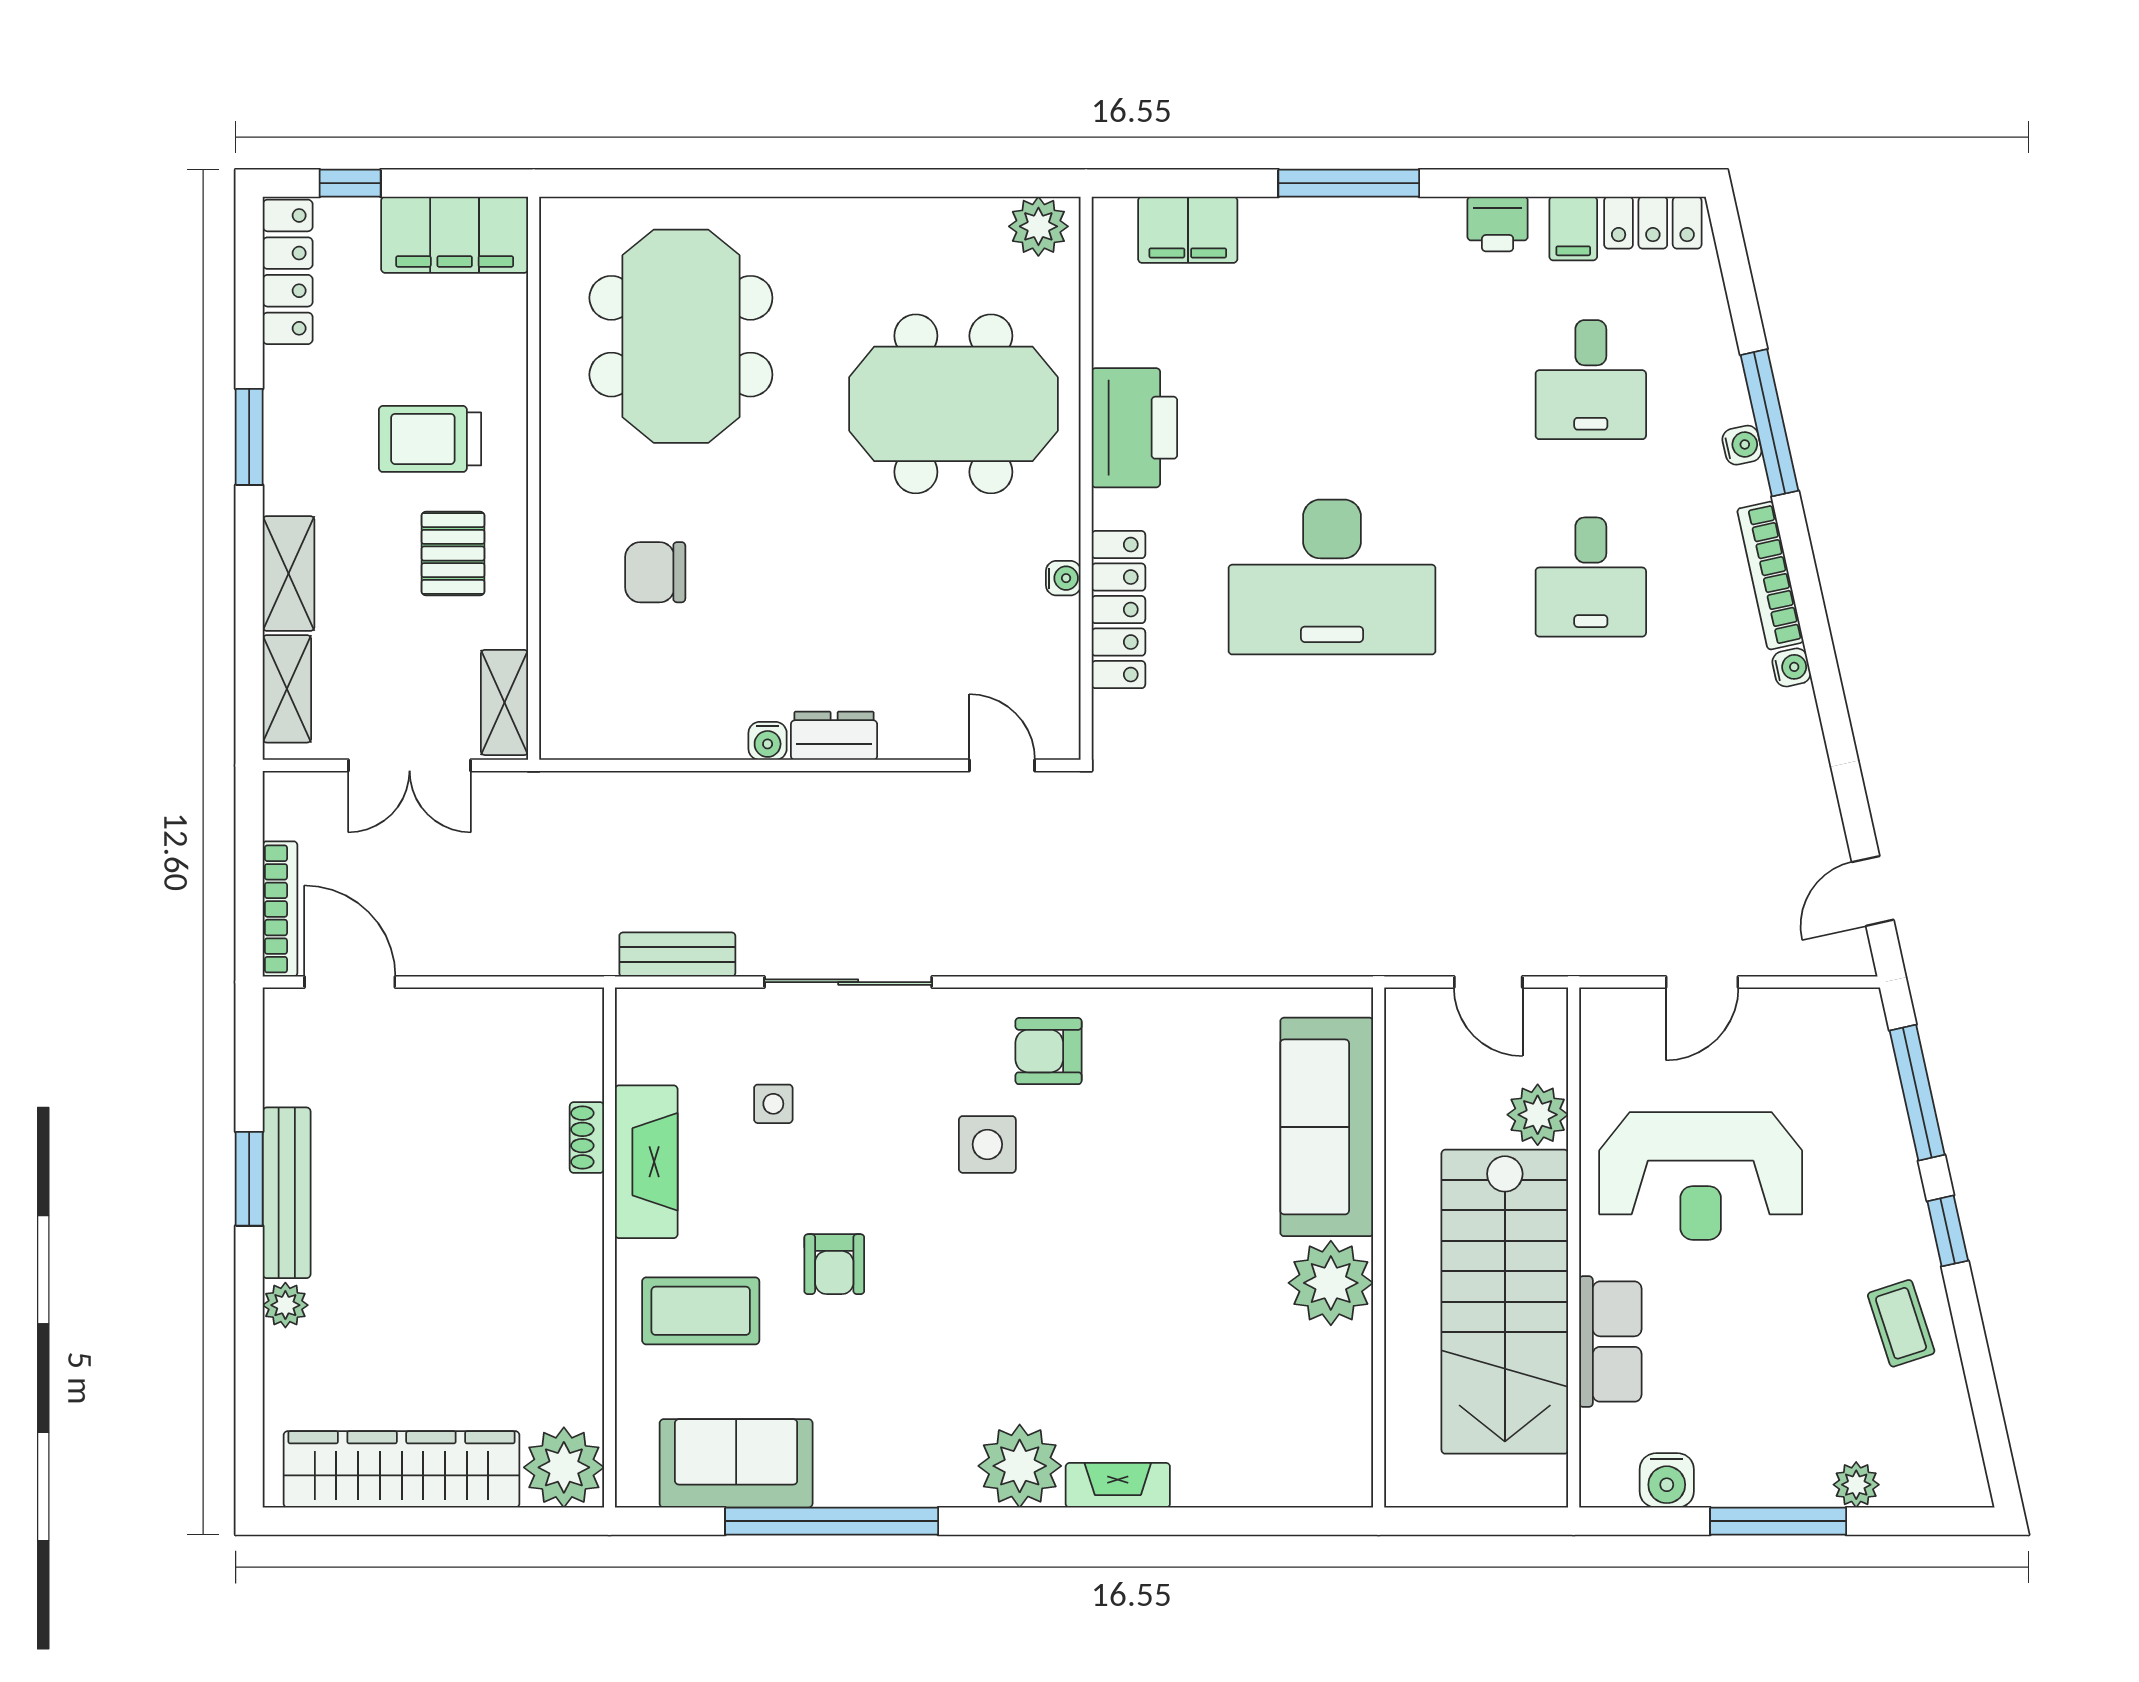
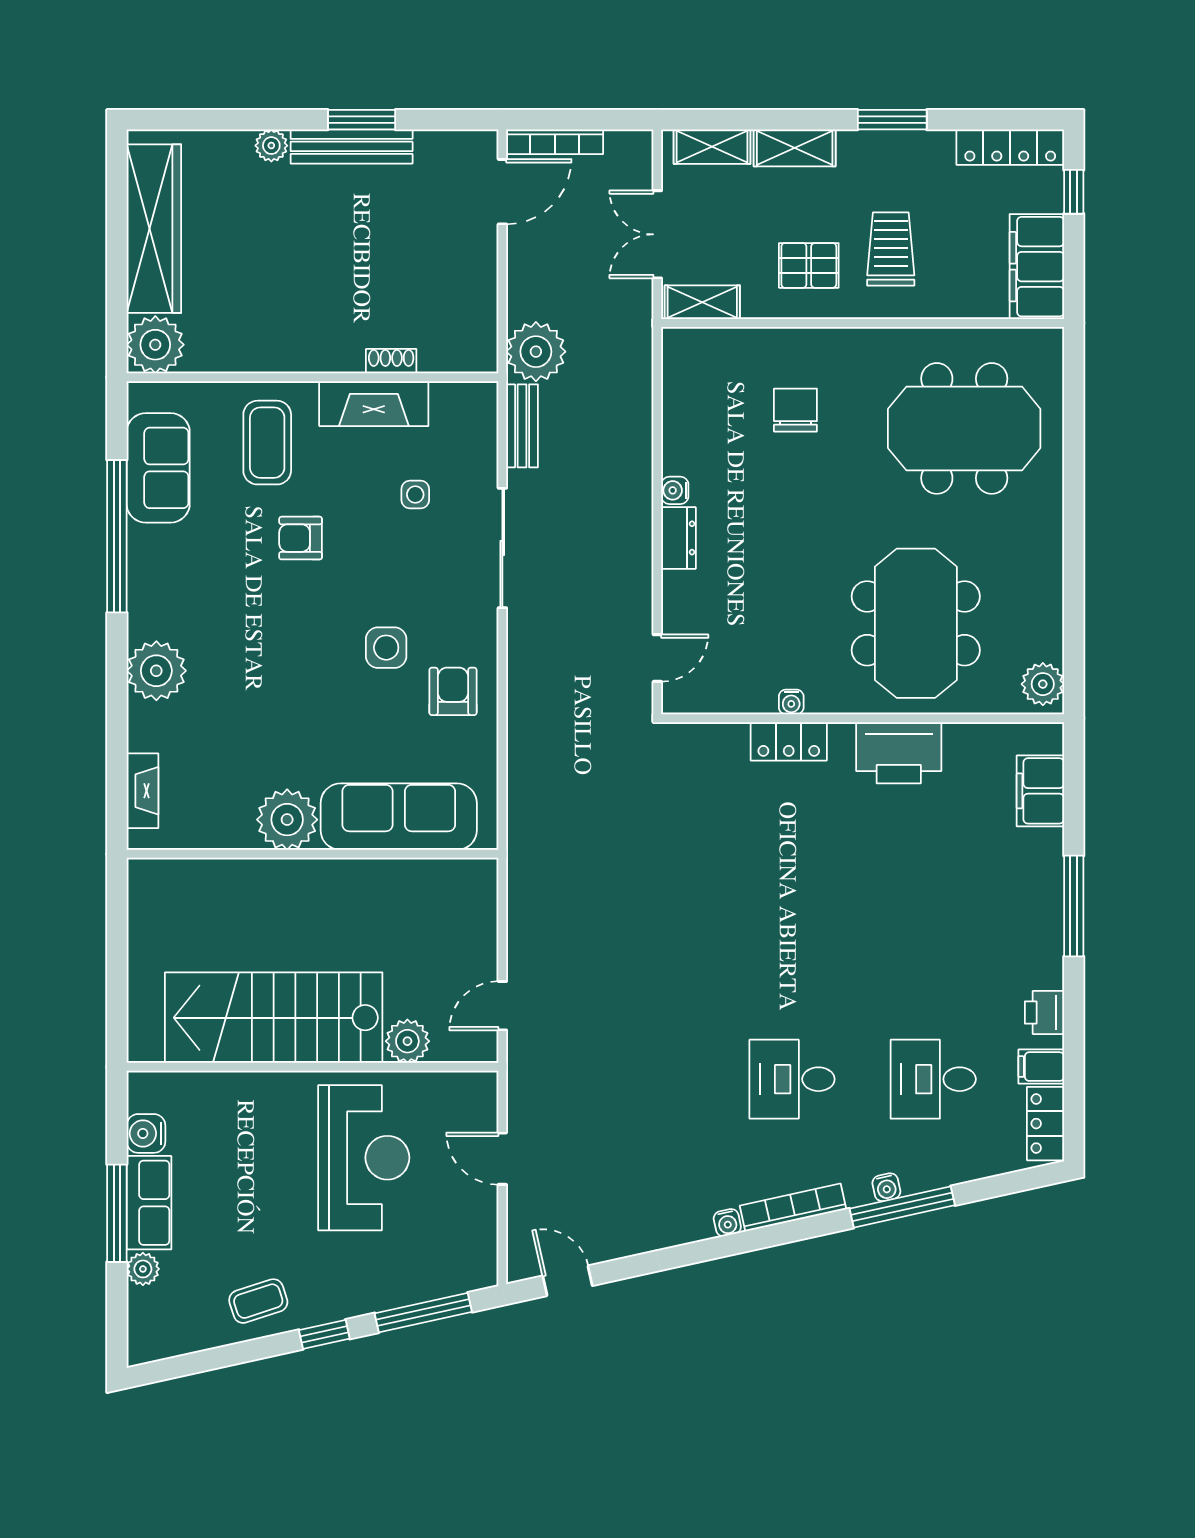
desk: (1332, 577) -> (792, 894), removed
locker: (1118, 610) -> (789, 741), width x0.66
plant: (573, 935) -> (536, 352), added
sofa: (1327, 1127) -> (399, 817), moved
reception desk: (1701, 1176) -> (364, 1158), turned 180
wall: (1379, 1247) -> (312, 854), moved
plant: (1331, 1283) -> (287, 820), moved
row of seats: (1610, 1342) -> (149, 1203), moved, turned -90
fireplace: (1118, 1485) -> (142, 791), moved

